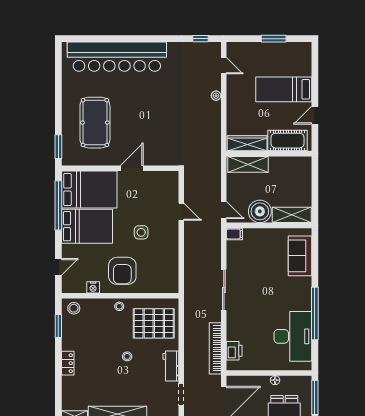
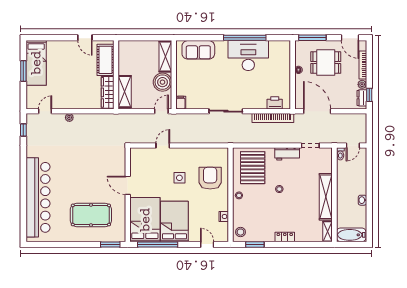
bed: (284, 89) -> (36, 63), moved
armchair: (122, 271) -> (210, 178), moved, turned -90
desk: (293, 336) -> (248, 56), moved

